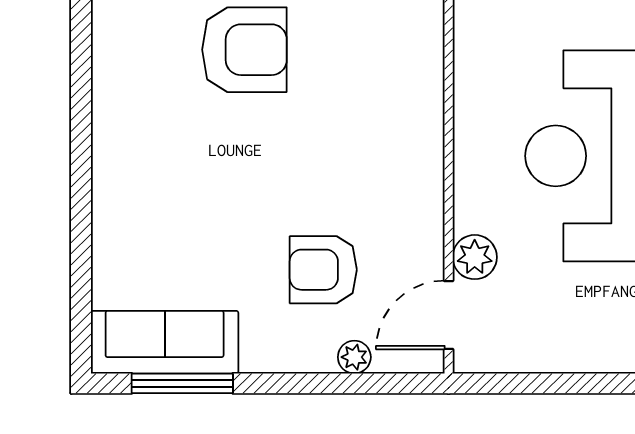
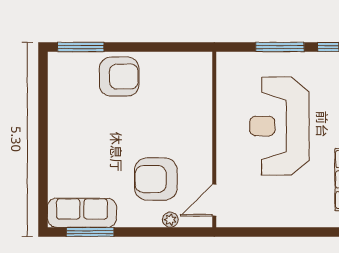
plant: (475, 257) -> (226, 173), removed
armchair: (323, 270) -> (156, 179), width x1.36, depth x1.36

